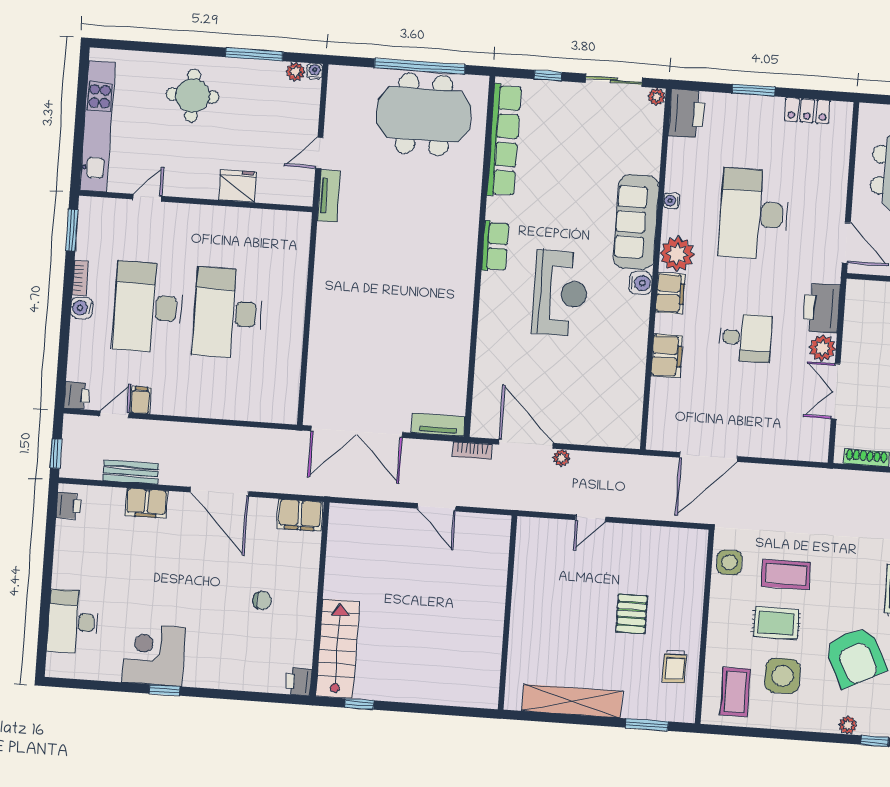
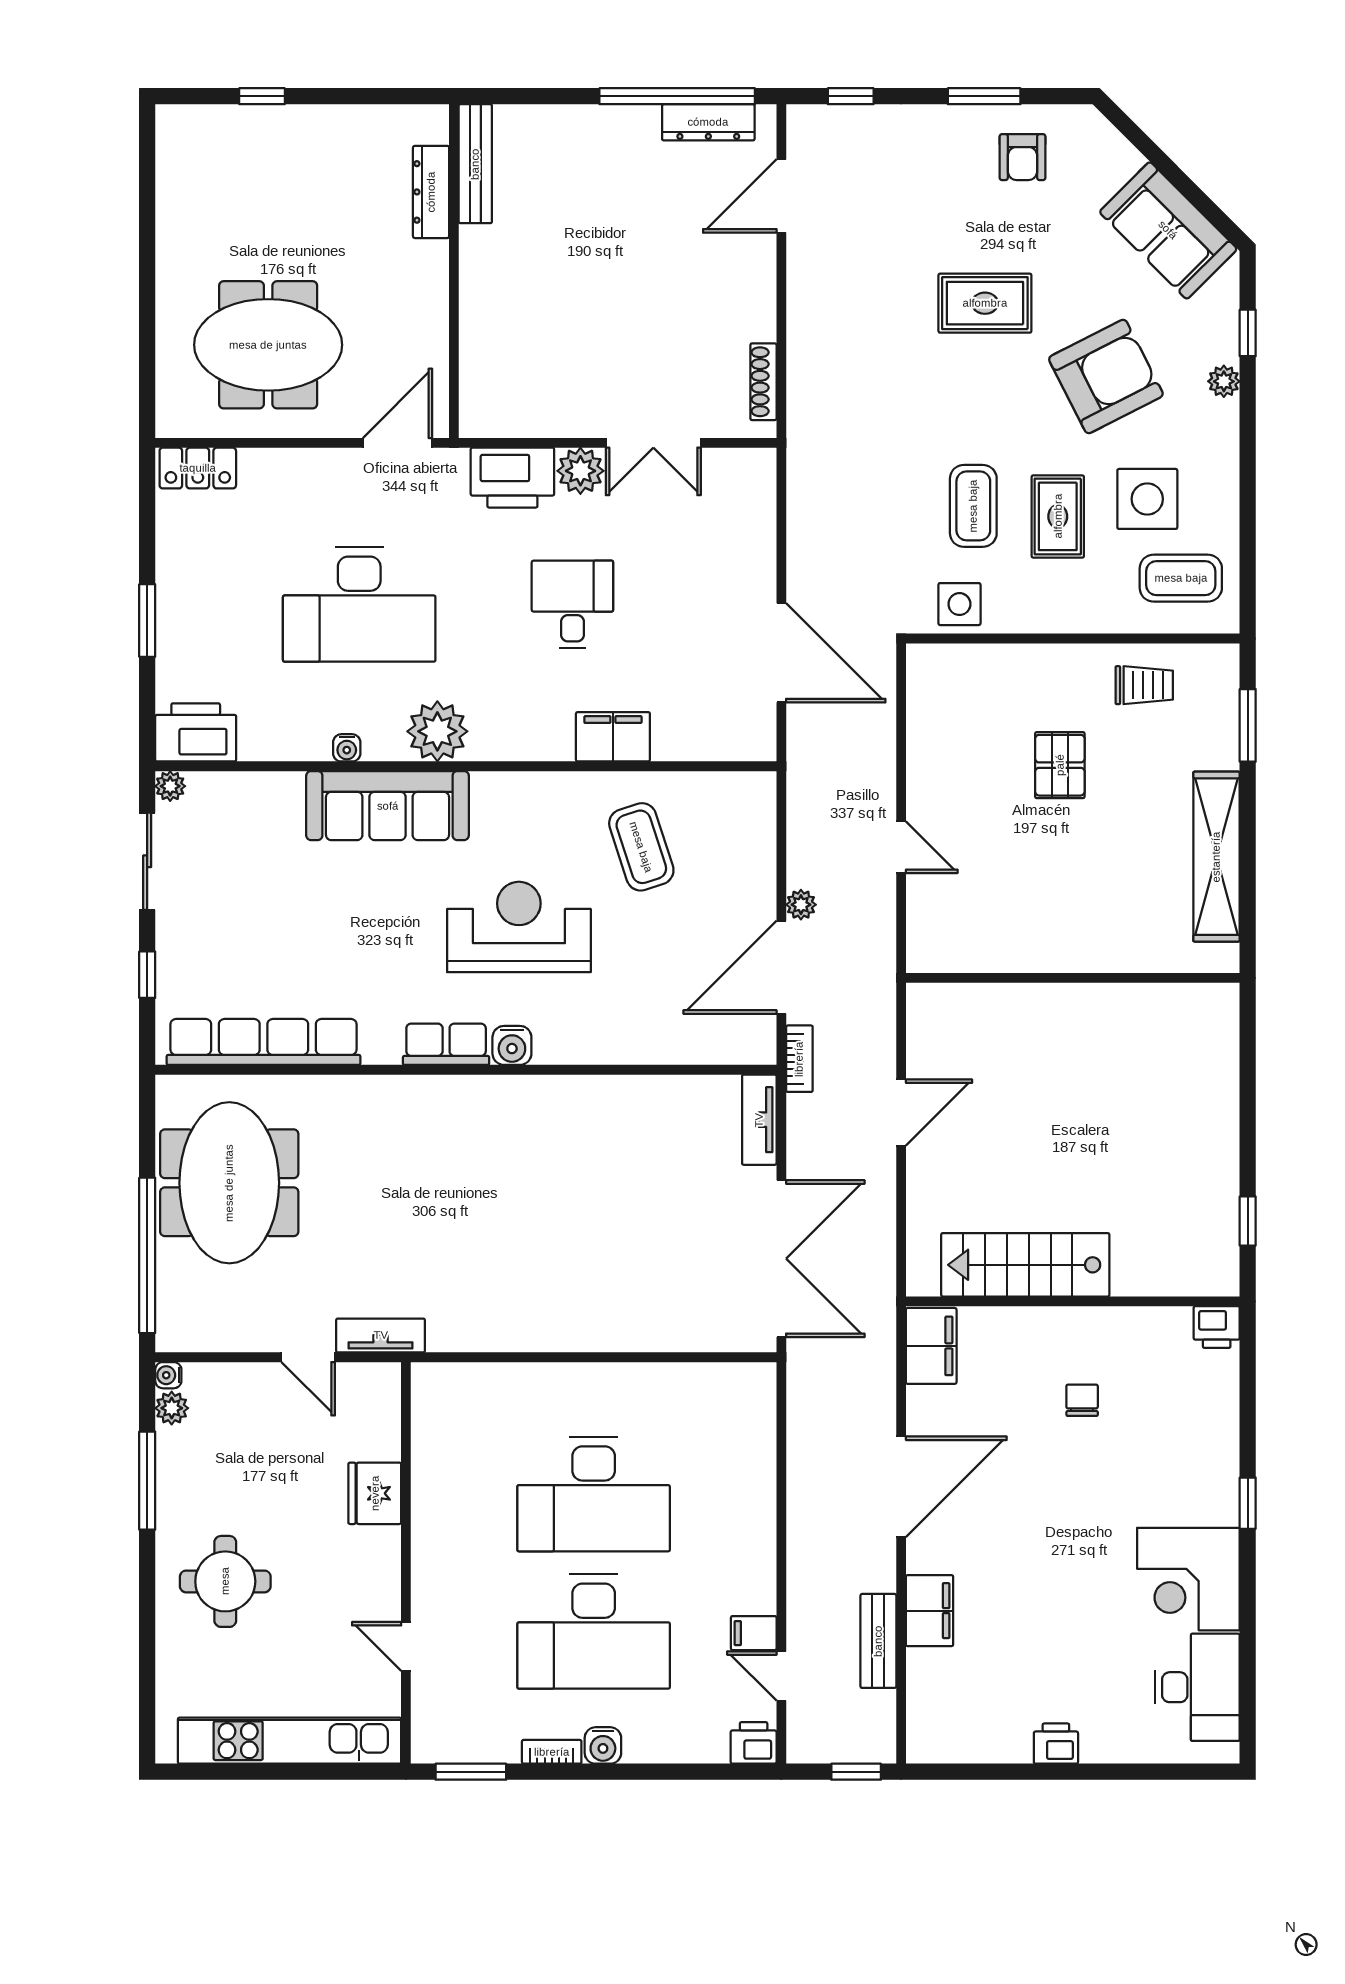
window: (420, 66) -> (147, 1255), moved
locker: (807, 111) -> (198, 468), moved, turned 90
water cooler: (641, 283) -> (512, 1045), moved, turned 180
filing cabinet: (670, 293) -> (505, 738), removed
coffee table: (602, 368) -> (641, 847), added
printer: (69, 506) -> (1056, 1744), moved
pallet: (632, 614) -> (1060, 765), turned 90
desk: (73, 622) -> (1198, 1687), moved, turned -90
stairs: (338, 649) -> (1025, 1265), moved
window: (164, 690) -> (1248, 1503), moved

